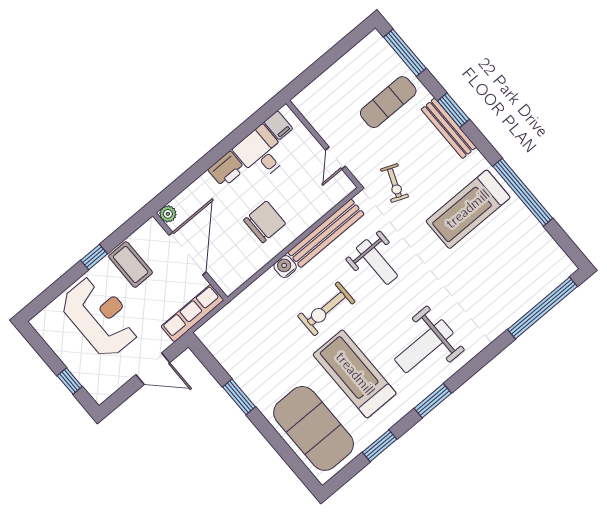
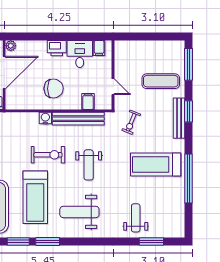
door: (335, 158) -> (113, 87), swing flipped
filing cabinet: (320, 202) -> (88, 101), added
weight bench: (377, 262) -> (89, 165), moved
weight bench: (499, 295) -> (136, 218), added
window: (543, 308) -> (151, 242), width x0.47
exercise bike: (326, 309) -> (48, 155), turned 180
treadmill: (355, 374) -> (35, 197), turned 180
window: (433, 401) -> (48, 242), moved

